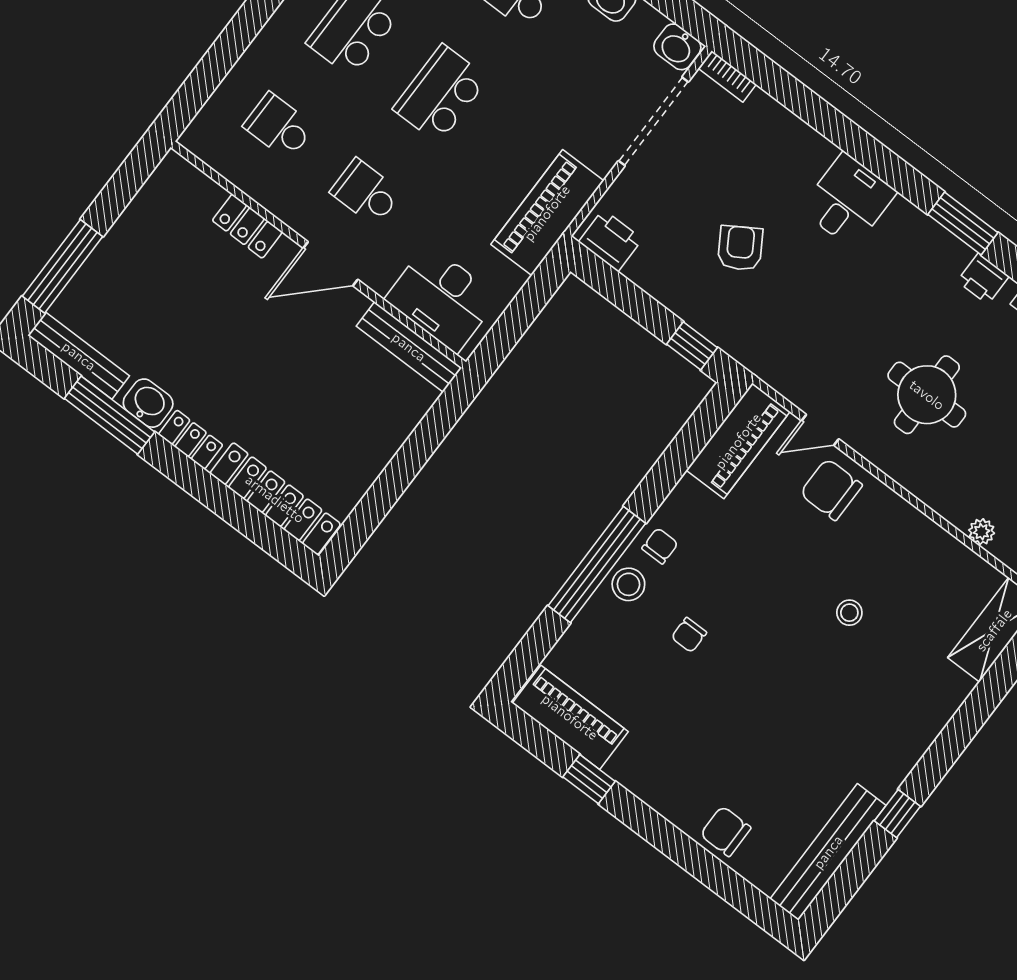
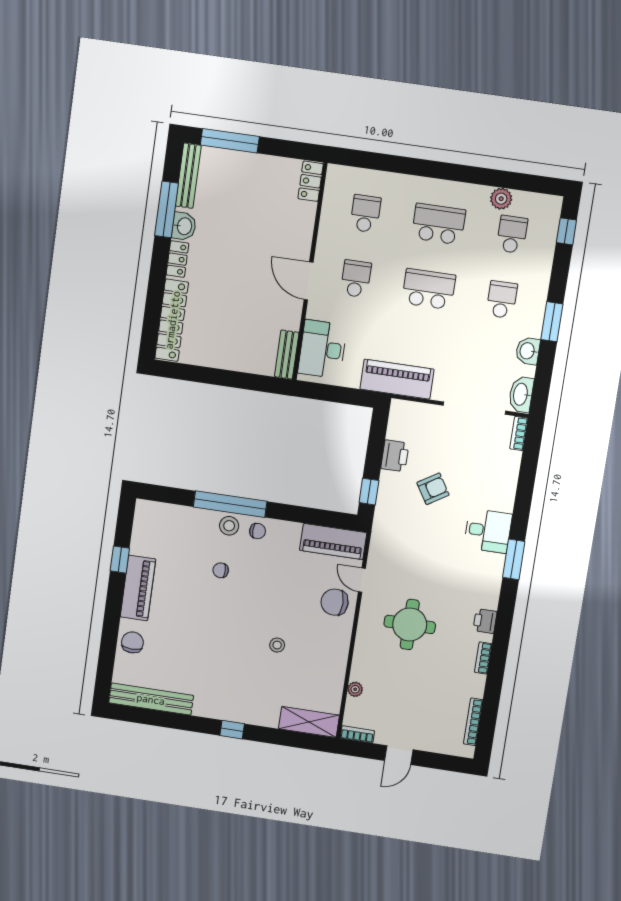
washbasin: (677, 47) -> (521, 394), width x1.38
window: (963, 224) -> (514, 559), moved
locker: (247, 226) -> (311, 181), moved
printer: (611, 240) -> (395, 456), moved
bench: (409, 347) -> (287, 355), width x0.73
chair: (831, 489) -> (335, 602), turned -90
piano: (570, 717) -> (138, 588), moved
window: (897, 814) -> (232, 730), moved

